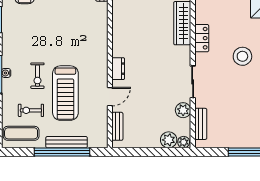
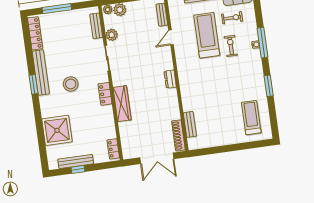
dresser: (118, 69) -> (170, 79), moved

